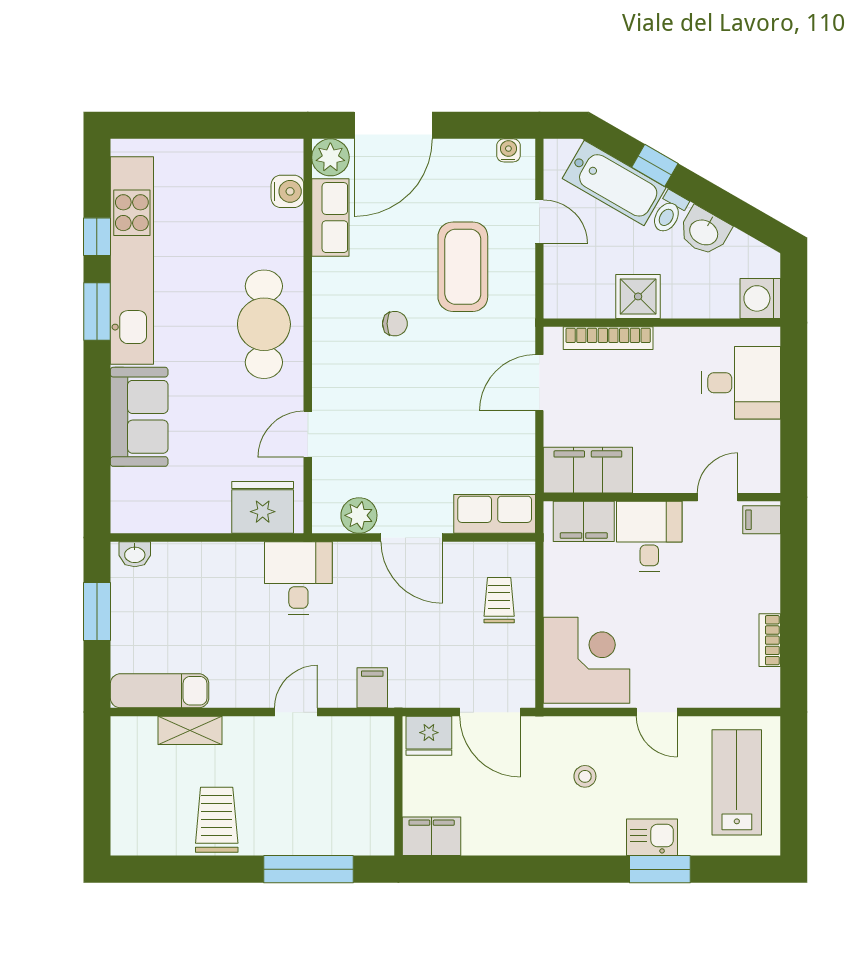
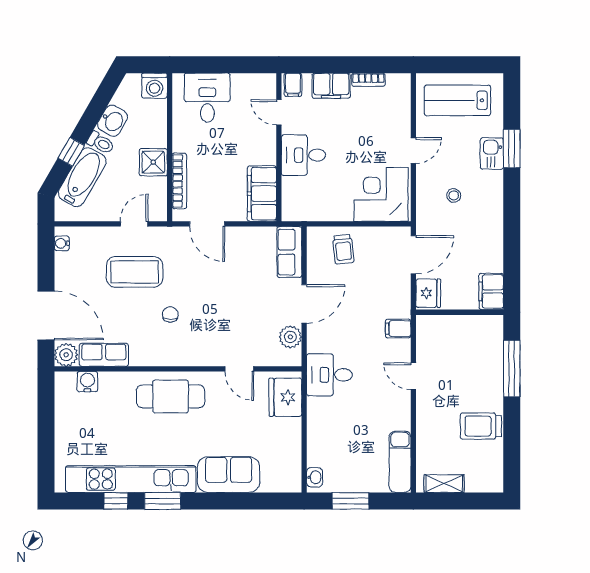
door: (539, 222) -> (134, 224), moved
filing cabinet: (584, 521) -> (331, 86), moved, turned 90
trolley: (499, 600) -> (343, 249), turned -96
shelving: (190, 730) -> (444, 484), moved, turned 90

